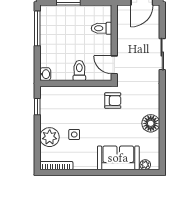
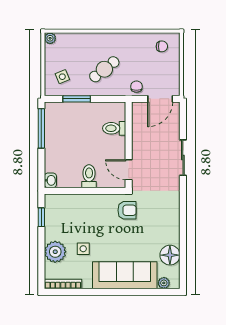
floor lamp: (151, 123) -> (170, 255), moved
sofa: (118, 158) -> (125, 275), width x1.36

